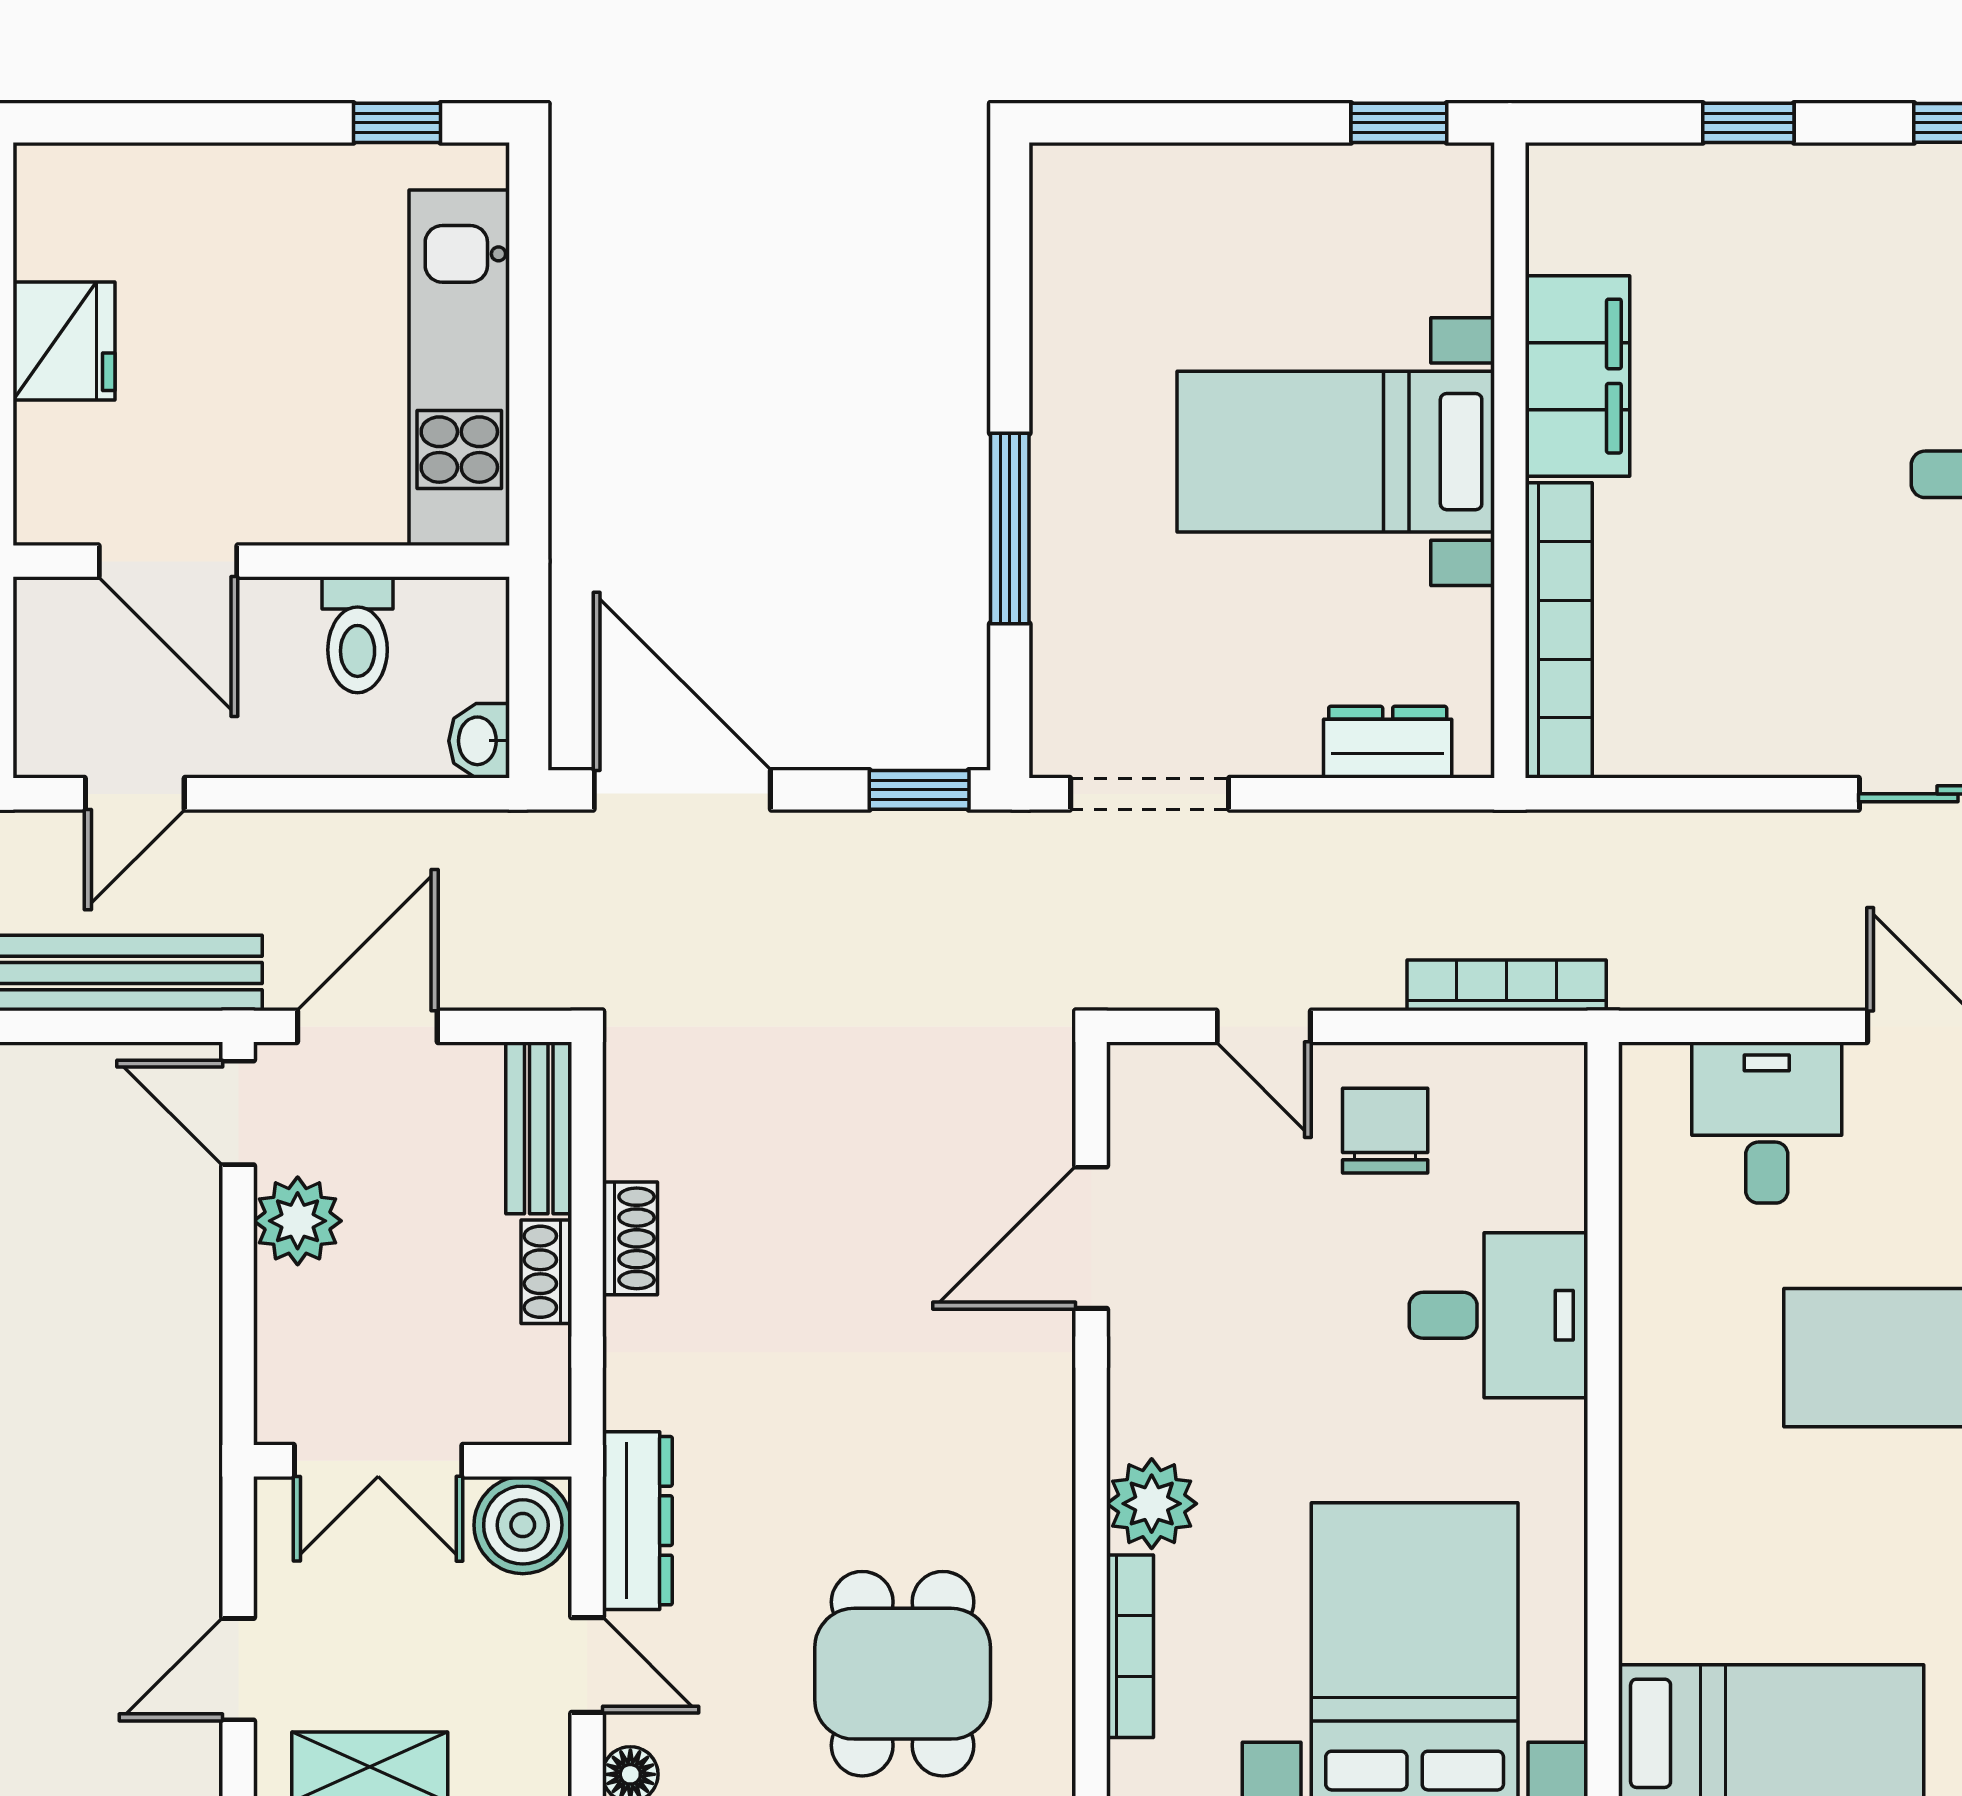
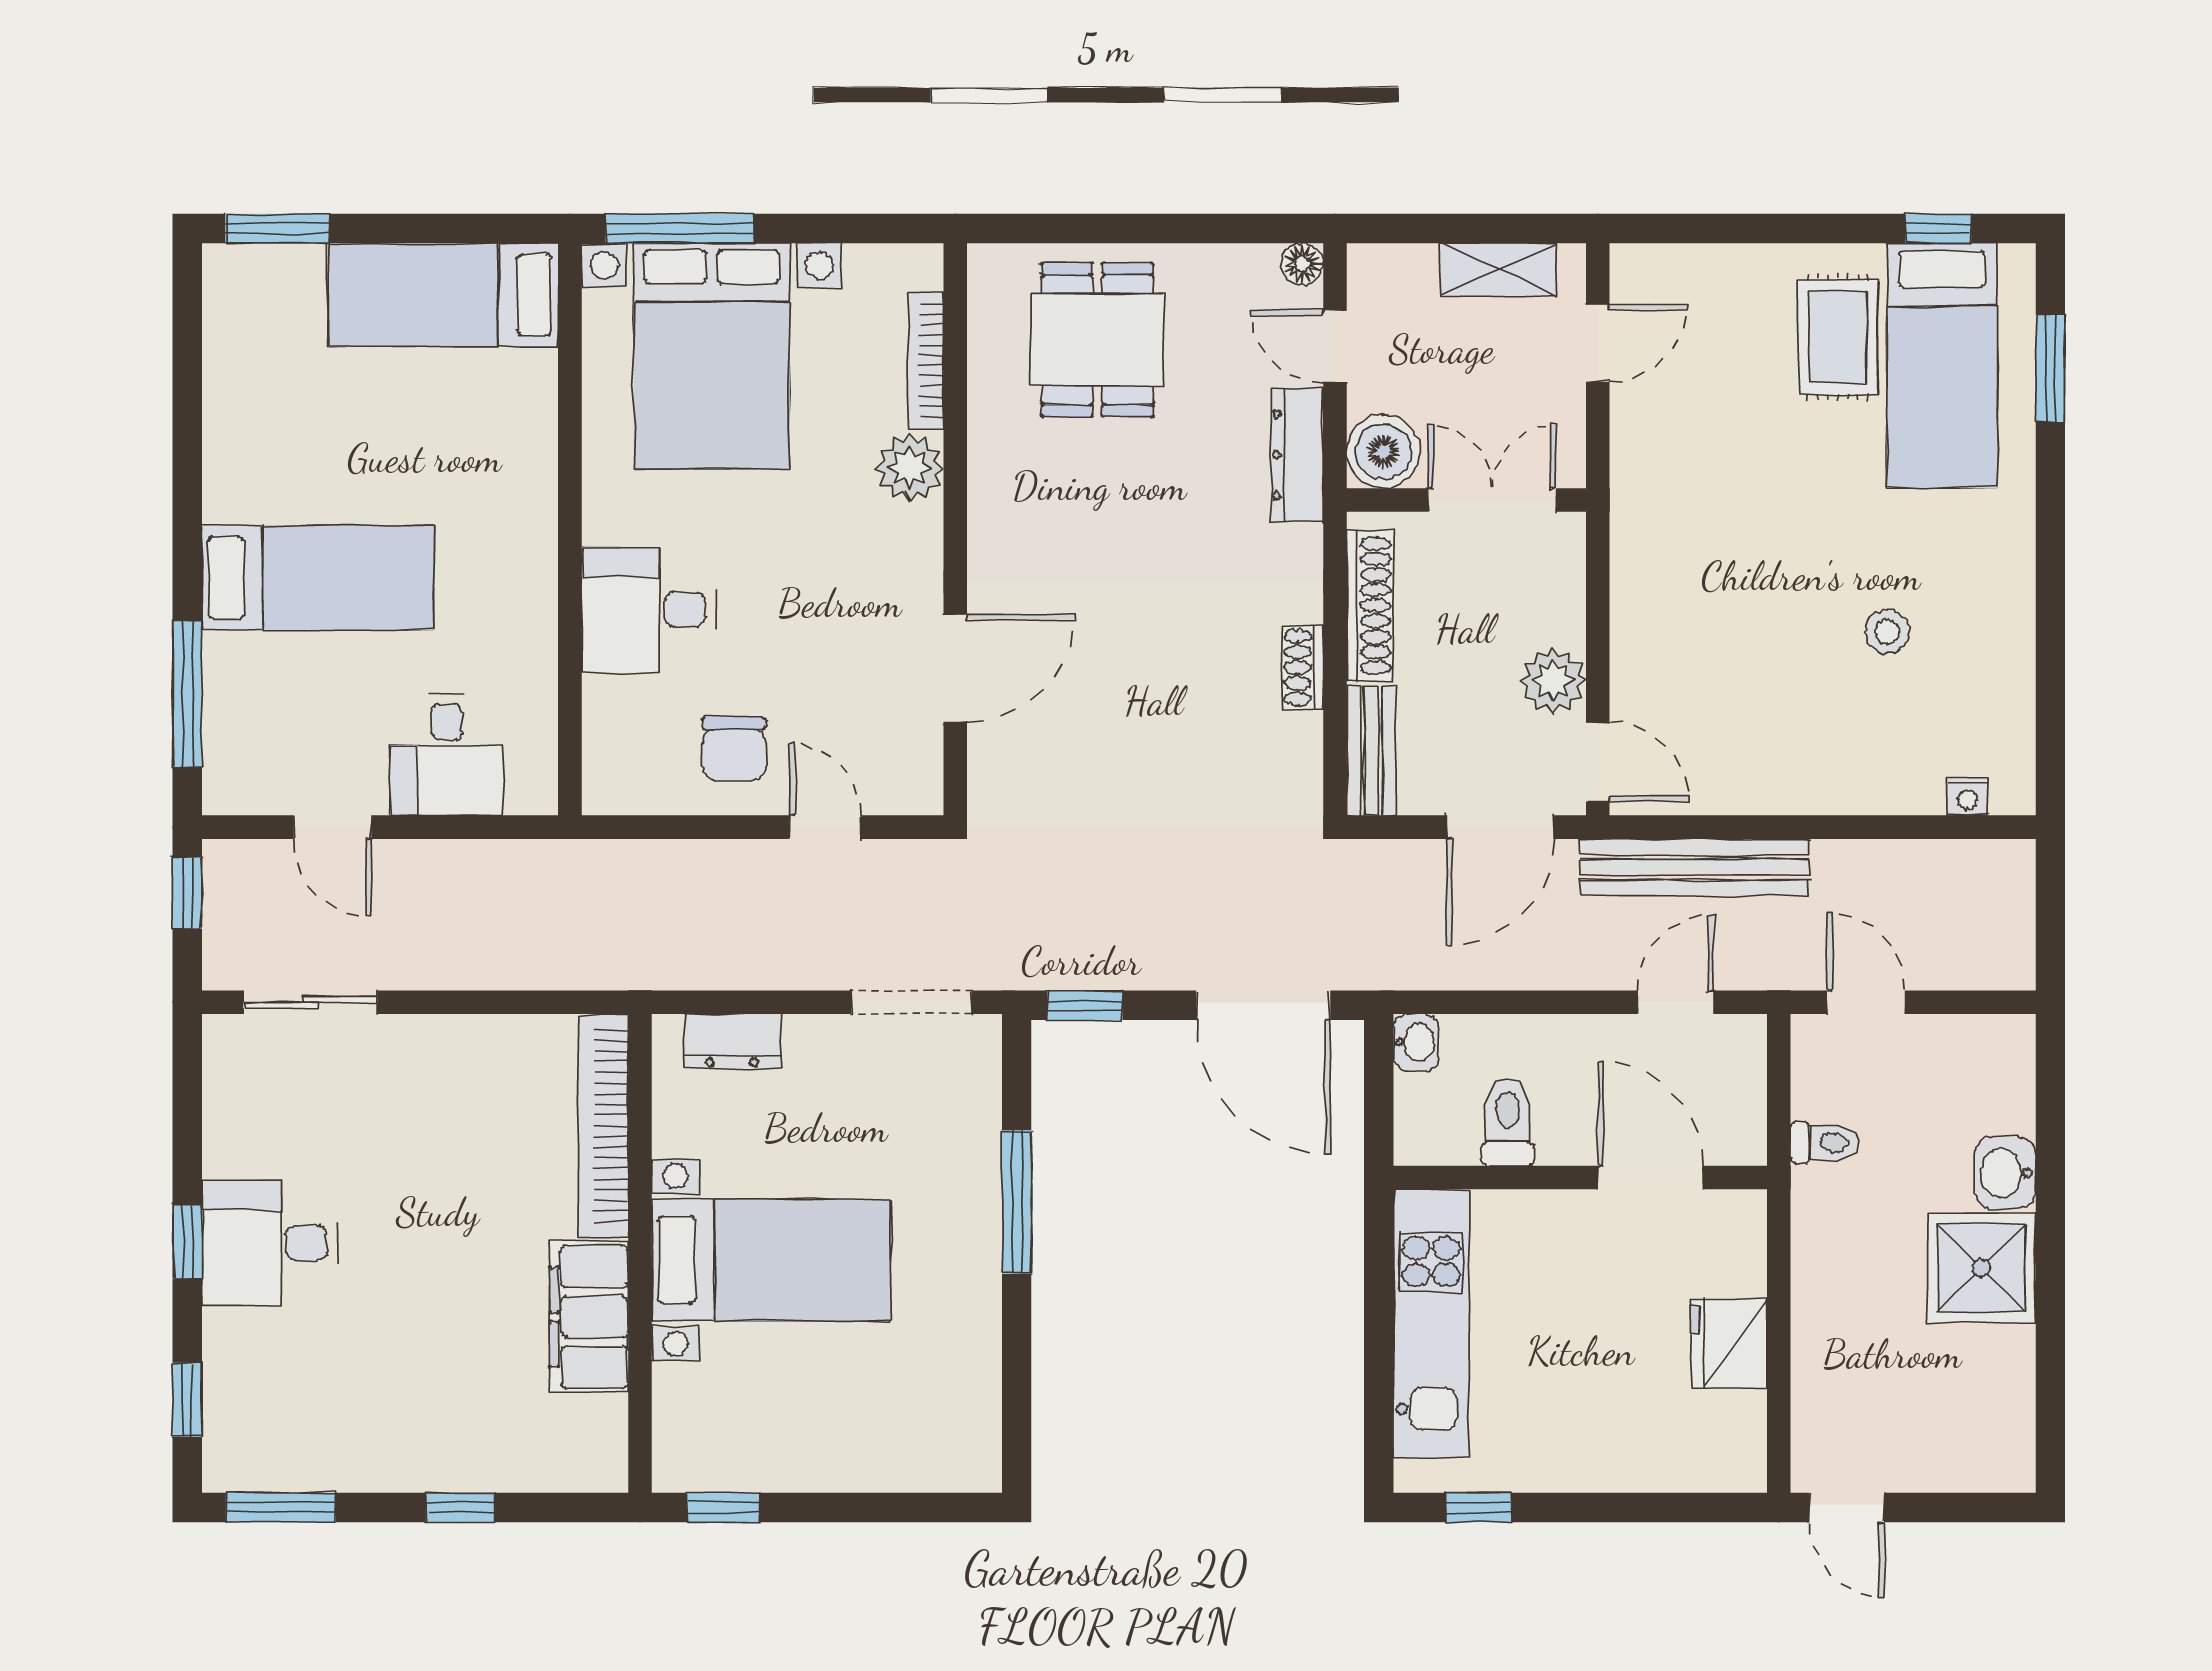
bookcase: (1507, 985) -> (642, 858), removed
shoe rack: (546, 1272) -> (1370, 606), width x1.94, depth x1.24

